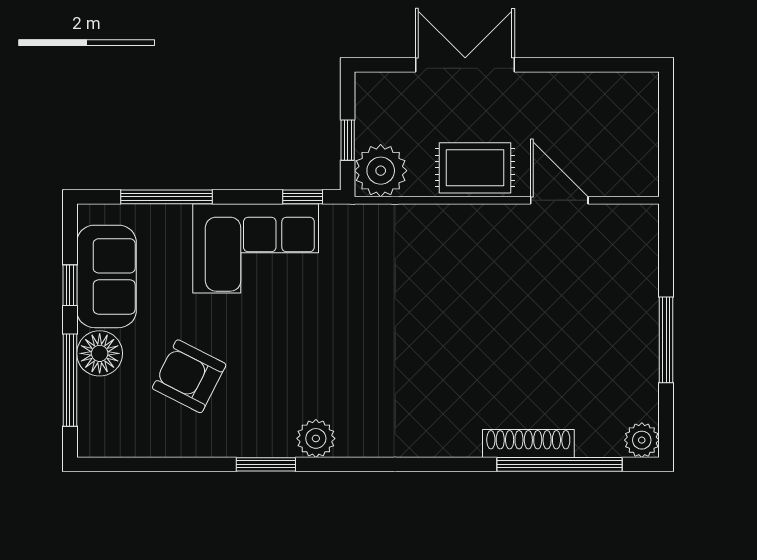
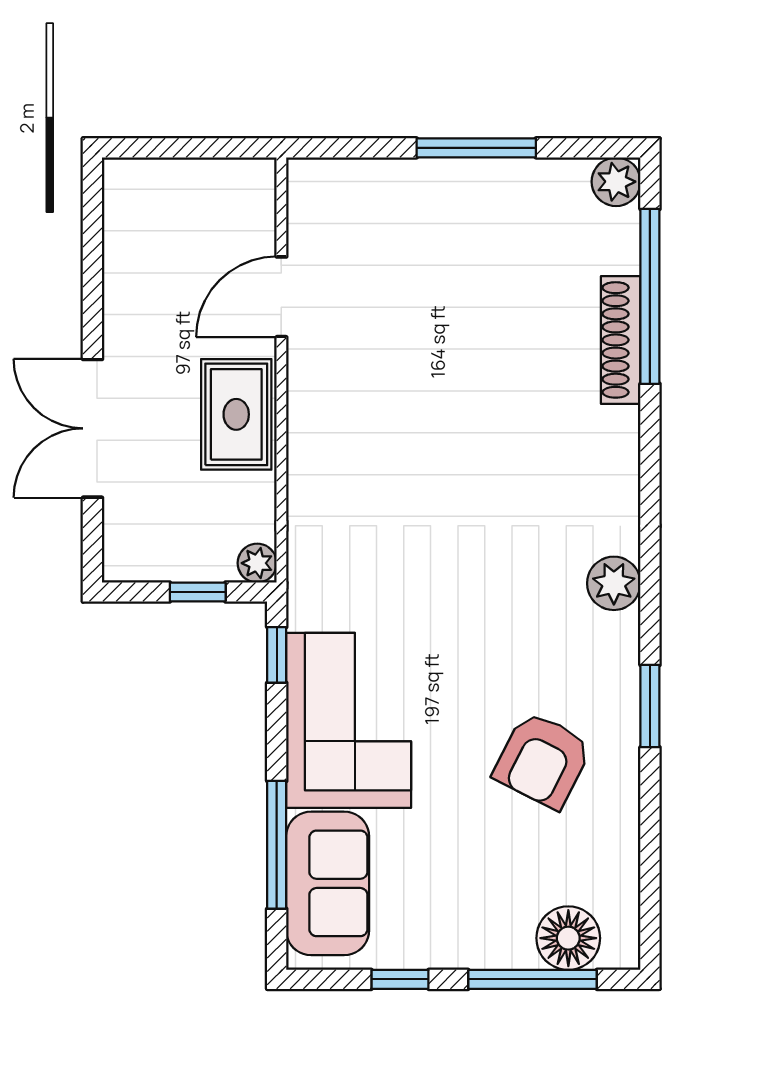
plant: (381, 171) -> (257, 563), width x0.53, depth x0.53
sofa: (107, 276) -> (328, 883), moved, turned 90
floor lamp: (100, 353) -> (568, 938), moved
armchair: (189, 376) -> (543, 760), moved
plant: (316, 438) -> (614, 583), moved

